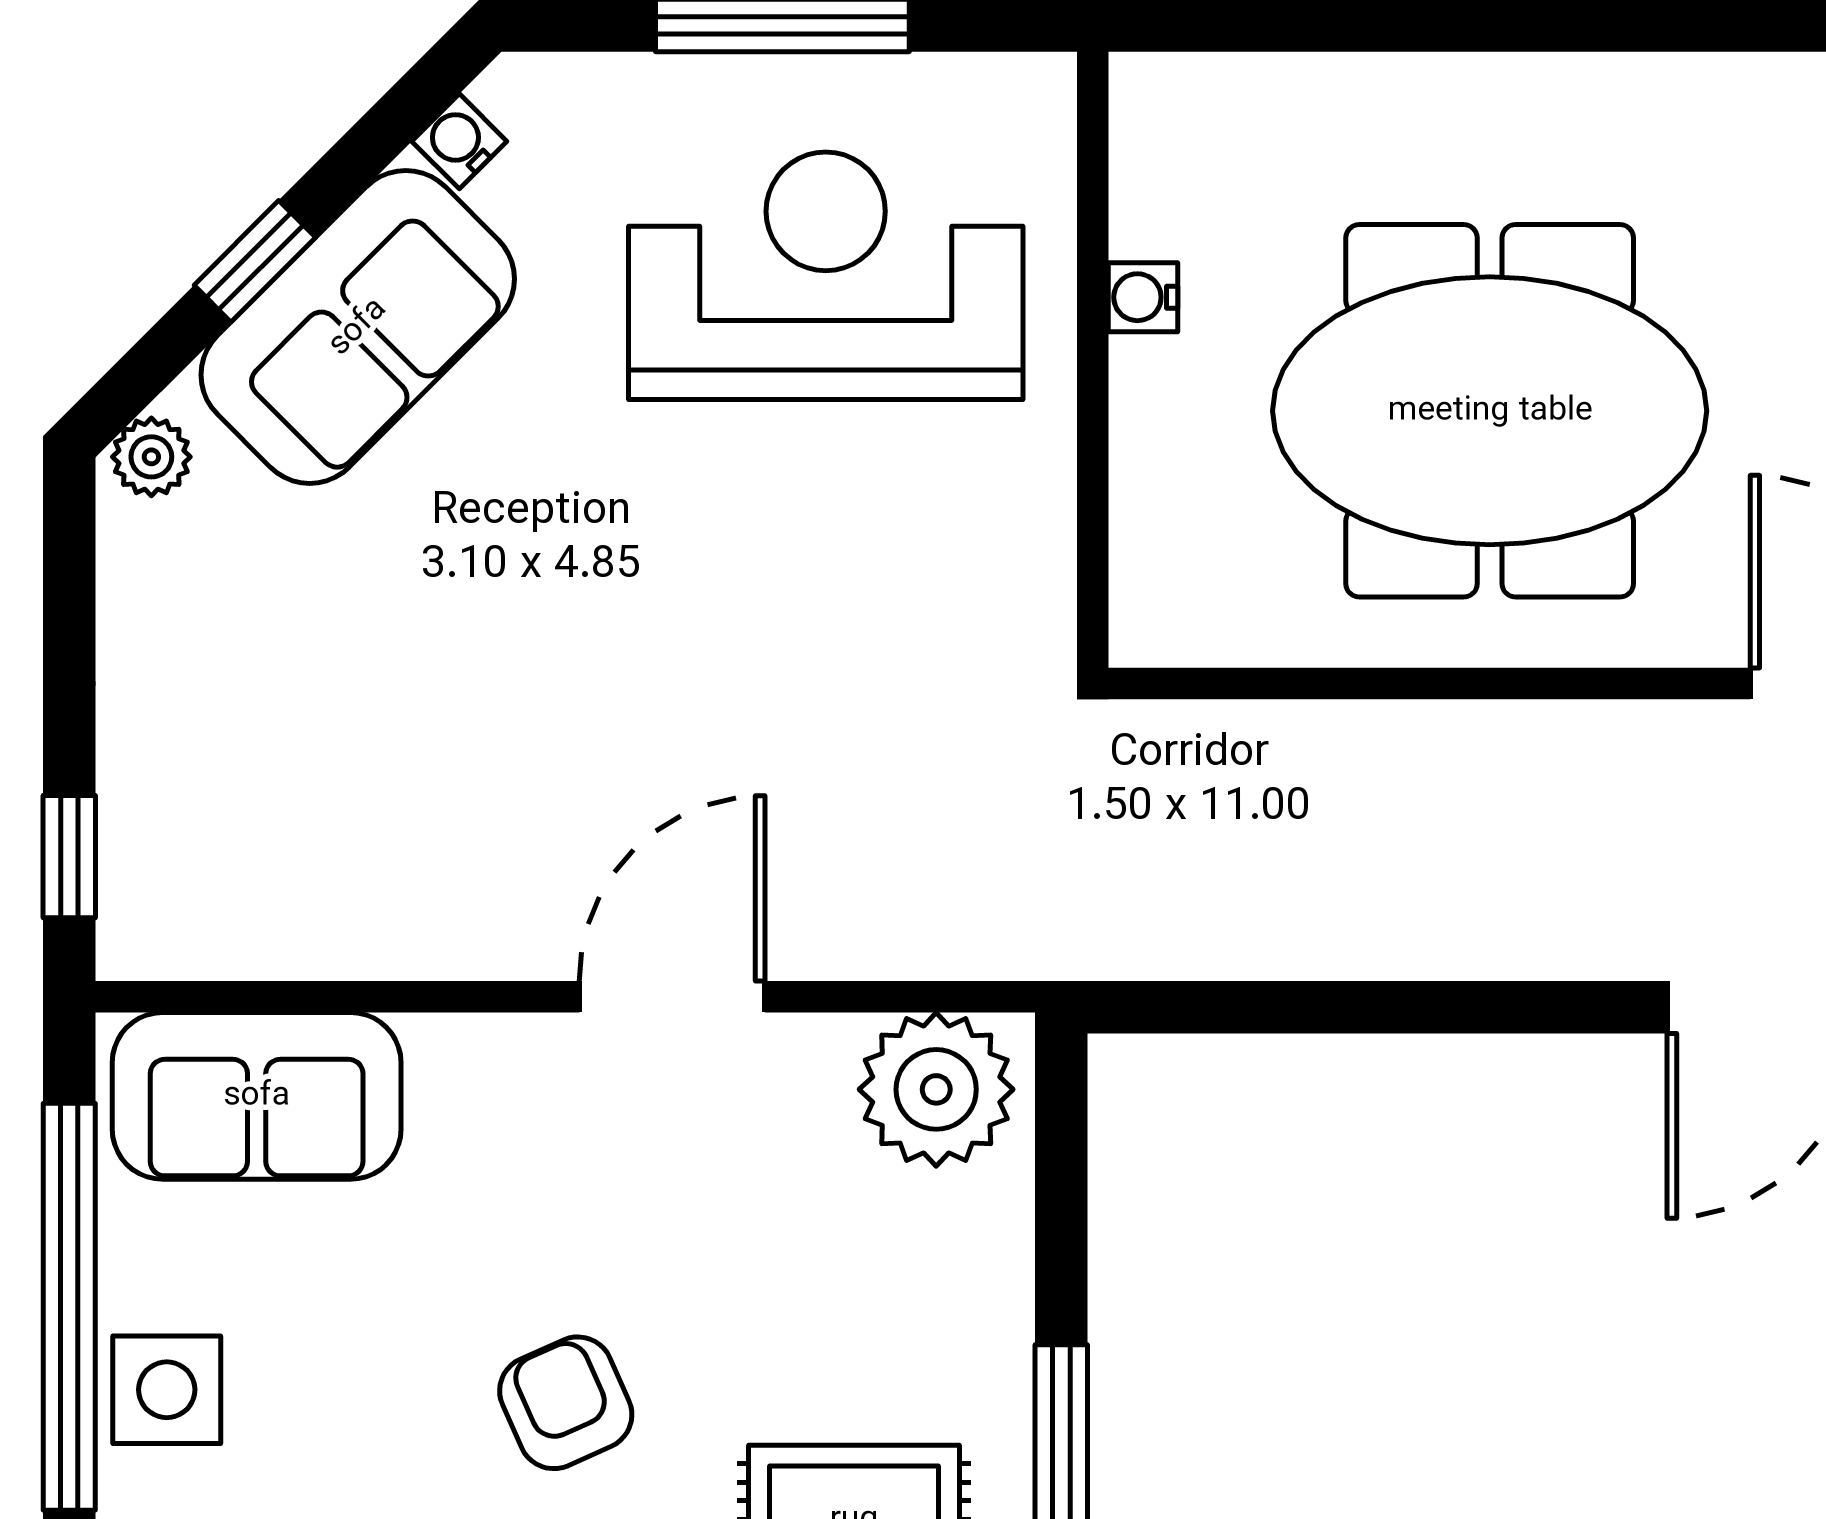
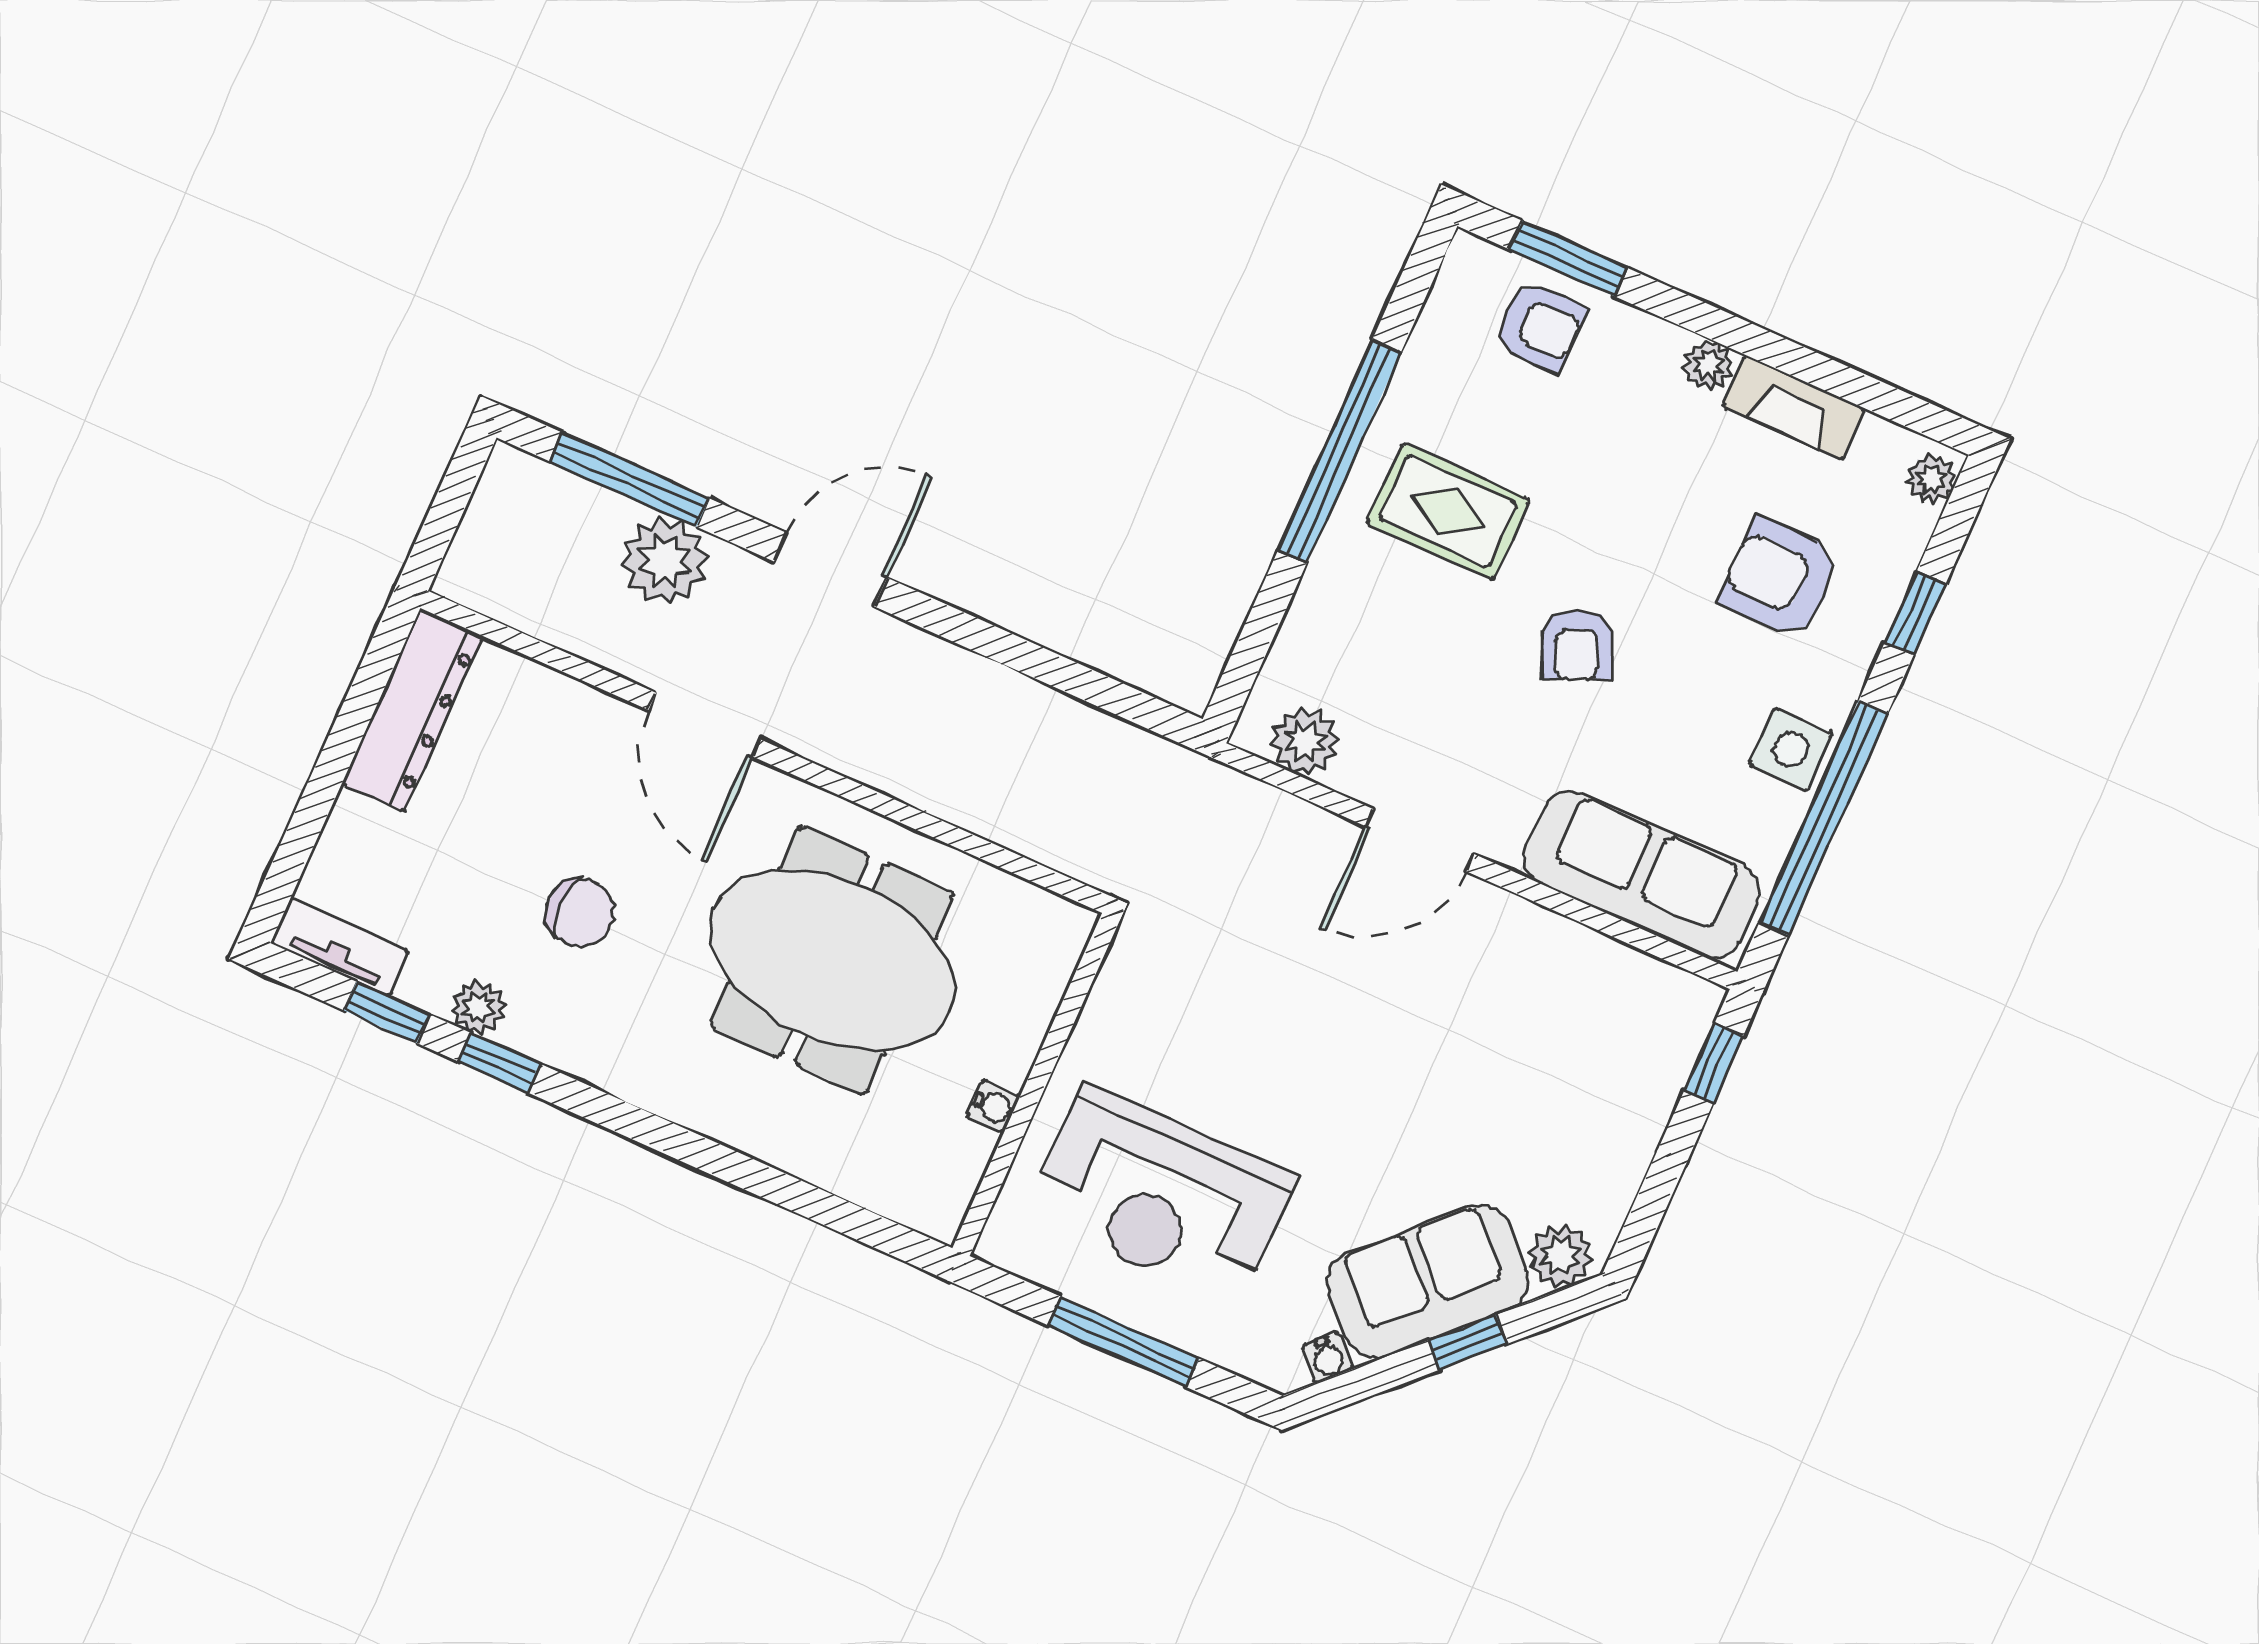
plant: (151, 457) -> (1561, 1256), width x1.38, depth x1.38
plant: (936, 1089) -> (1305, 742), width x0.73, depth x0.73
sofa: (257, 1096) -> (1642, 875), width x1.36

